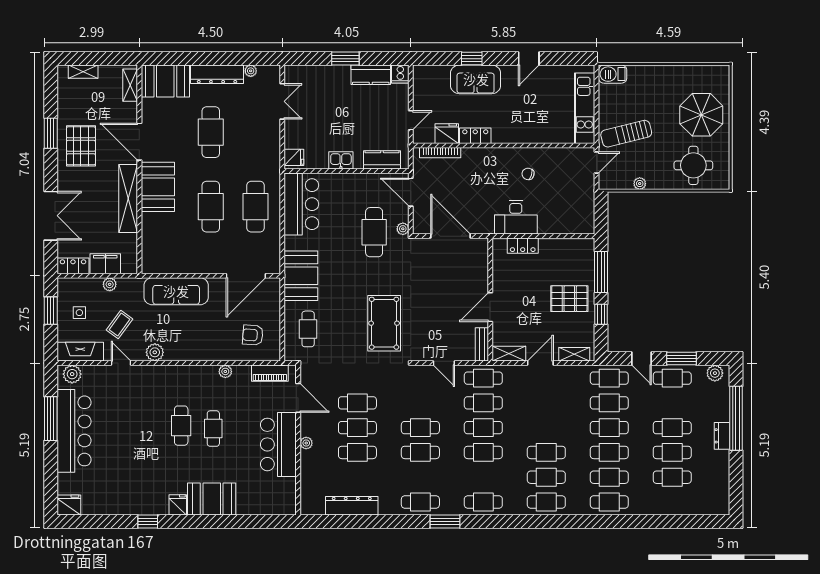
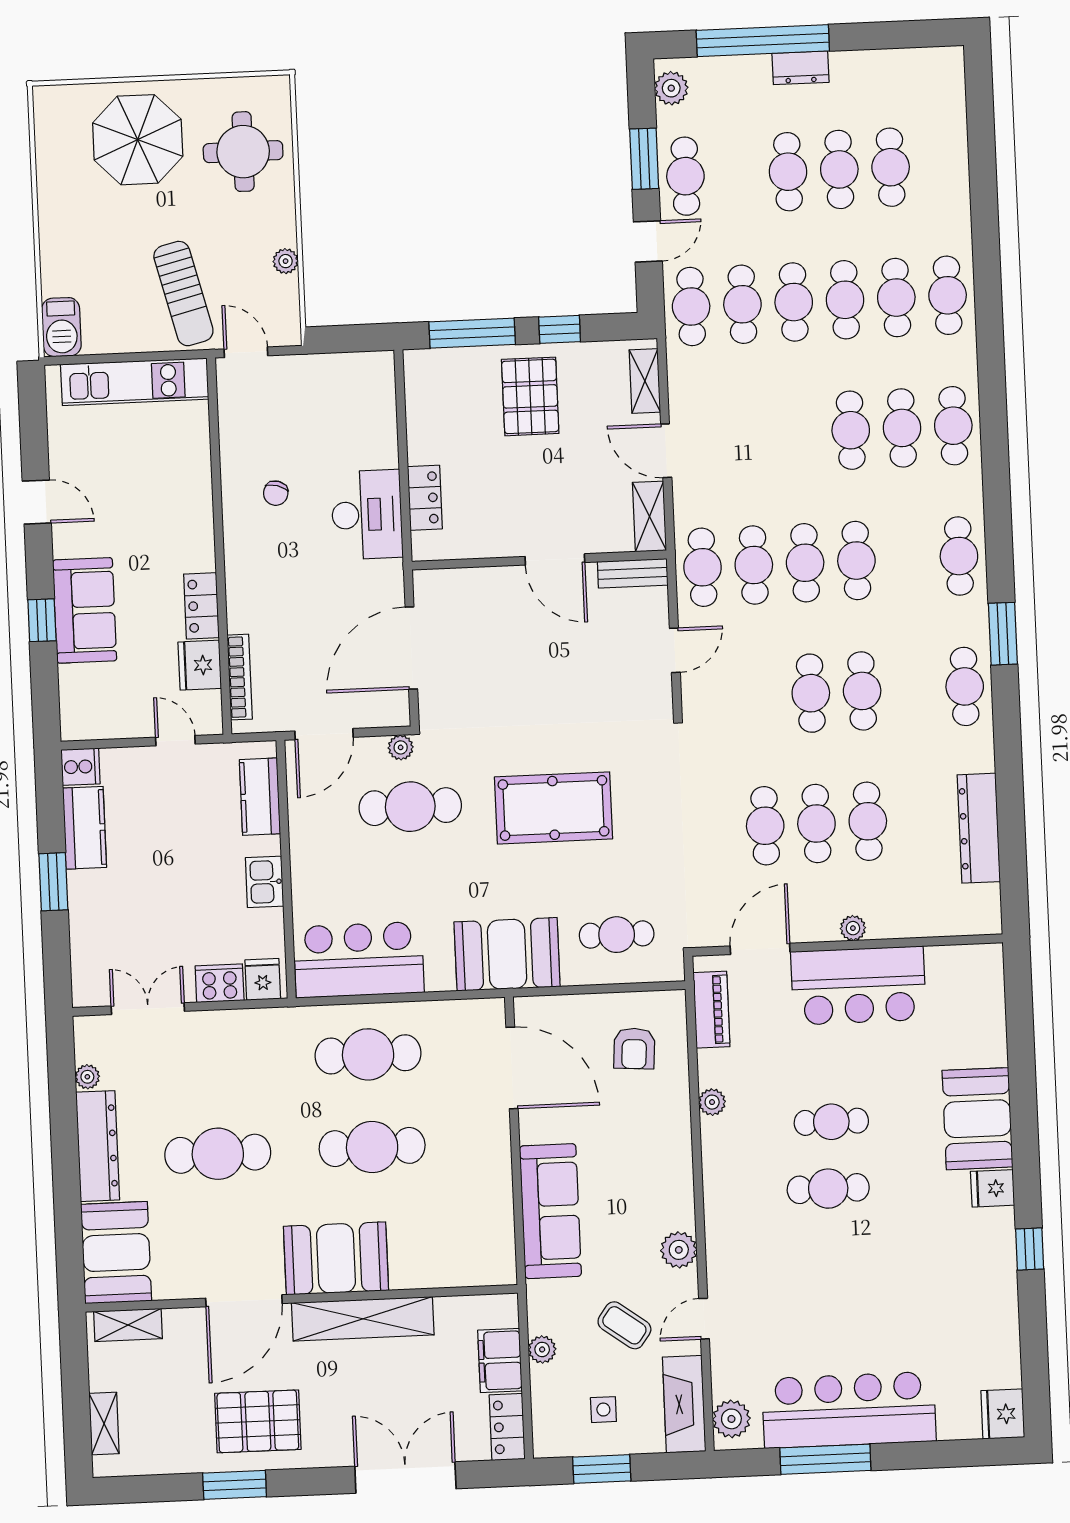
cooker: (293, 137) -> (220, 983), added
pool table: (384, 323) -> (553, 808), moved

